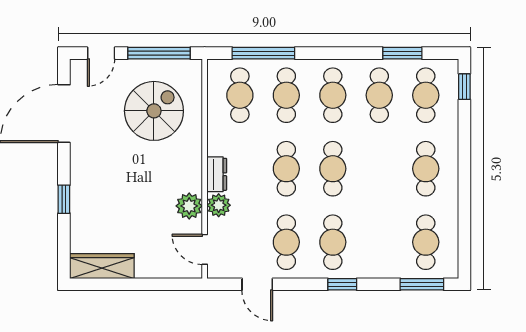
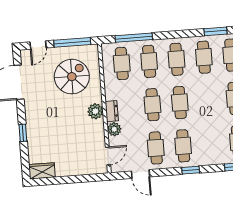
plant: (189, 206) -> (95, 111), moved
door: (205, 249) -> (108, 156), swing flipped
wardrobe: (102, 266) -> (42, 171), width x0.67

